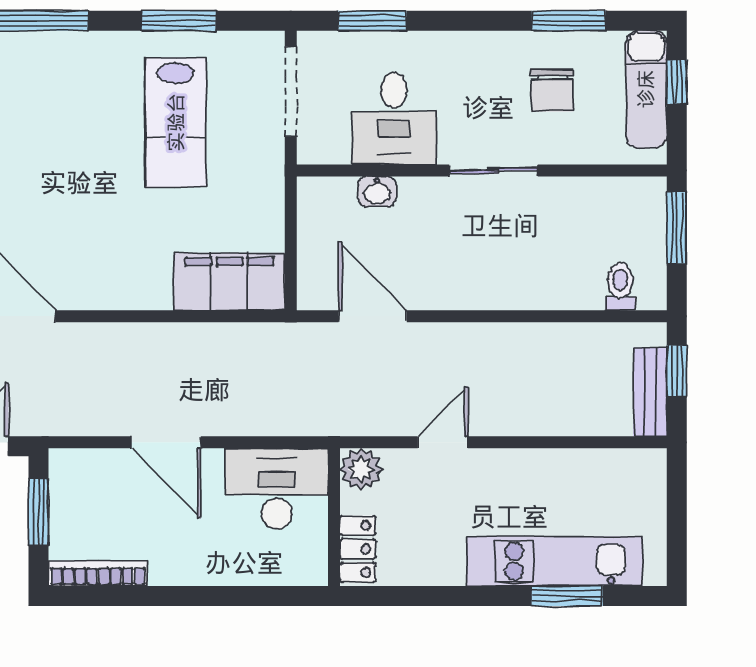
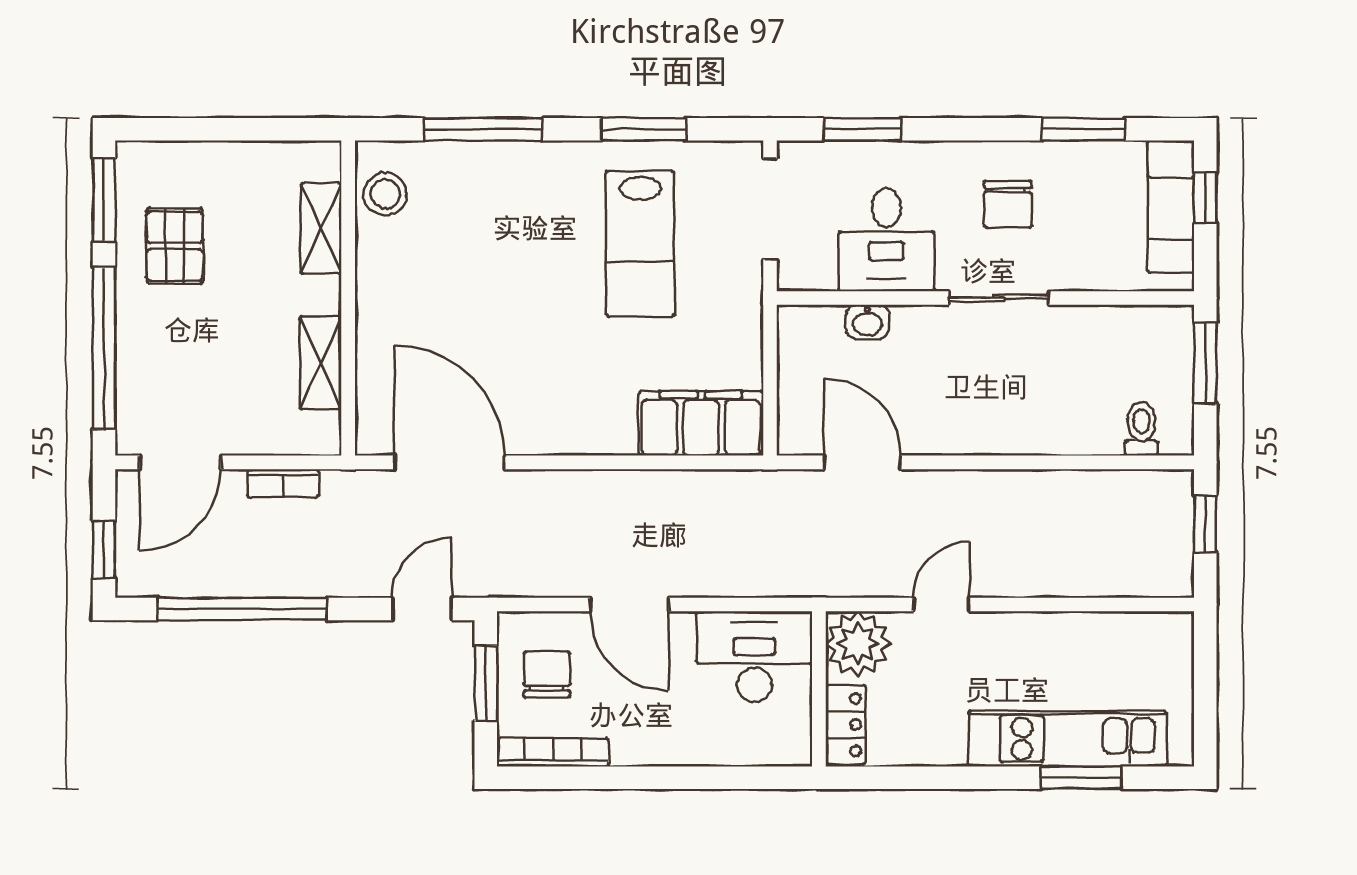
chair: (552, 91) -> (1008, 204), moved
bench: (650, 392) -> (1175, 548), removed
plant: (361, 469) -> (858, 644), width x1.36, depth x1.36
chair: (93, 504) -> (547, 674), added

